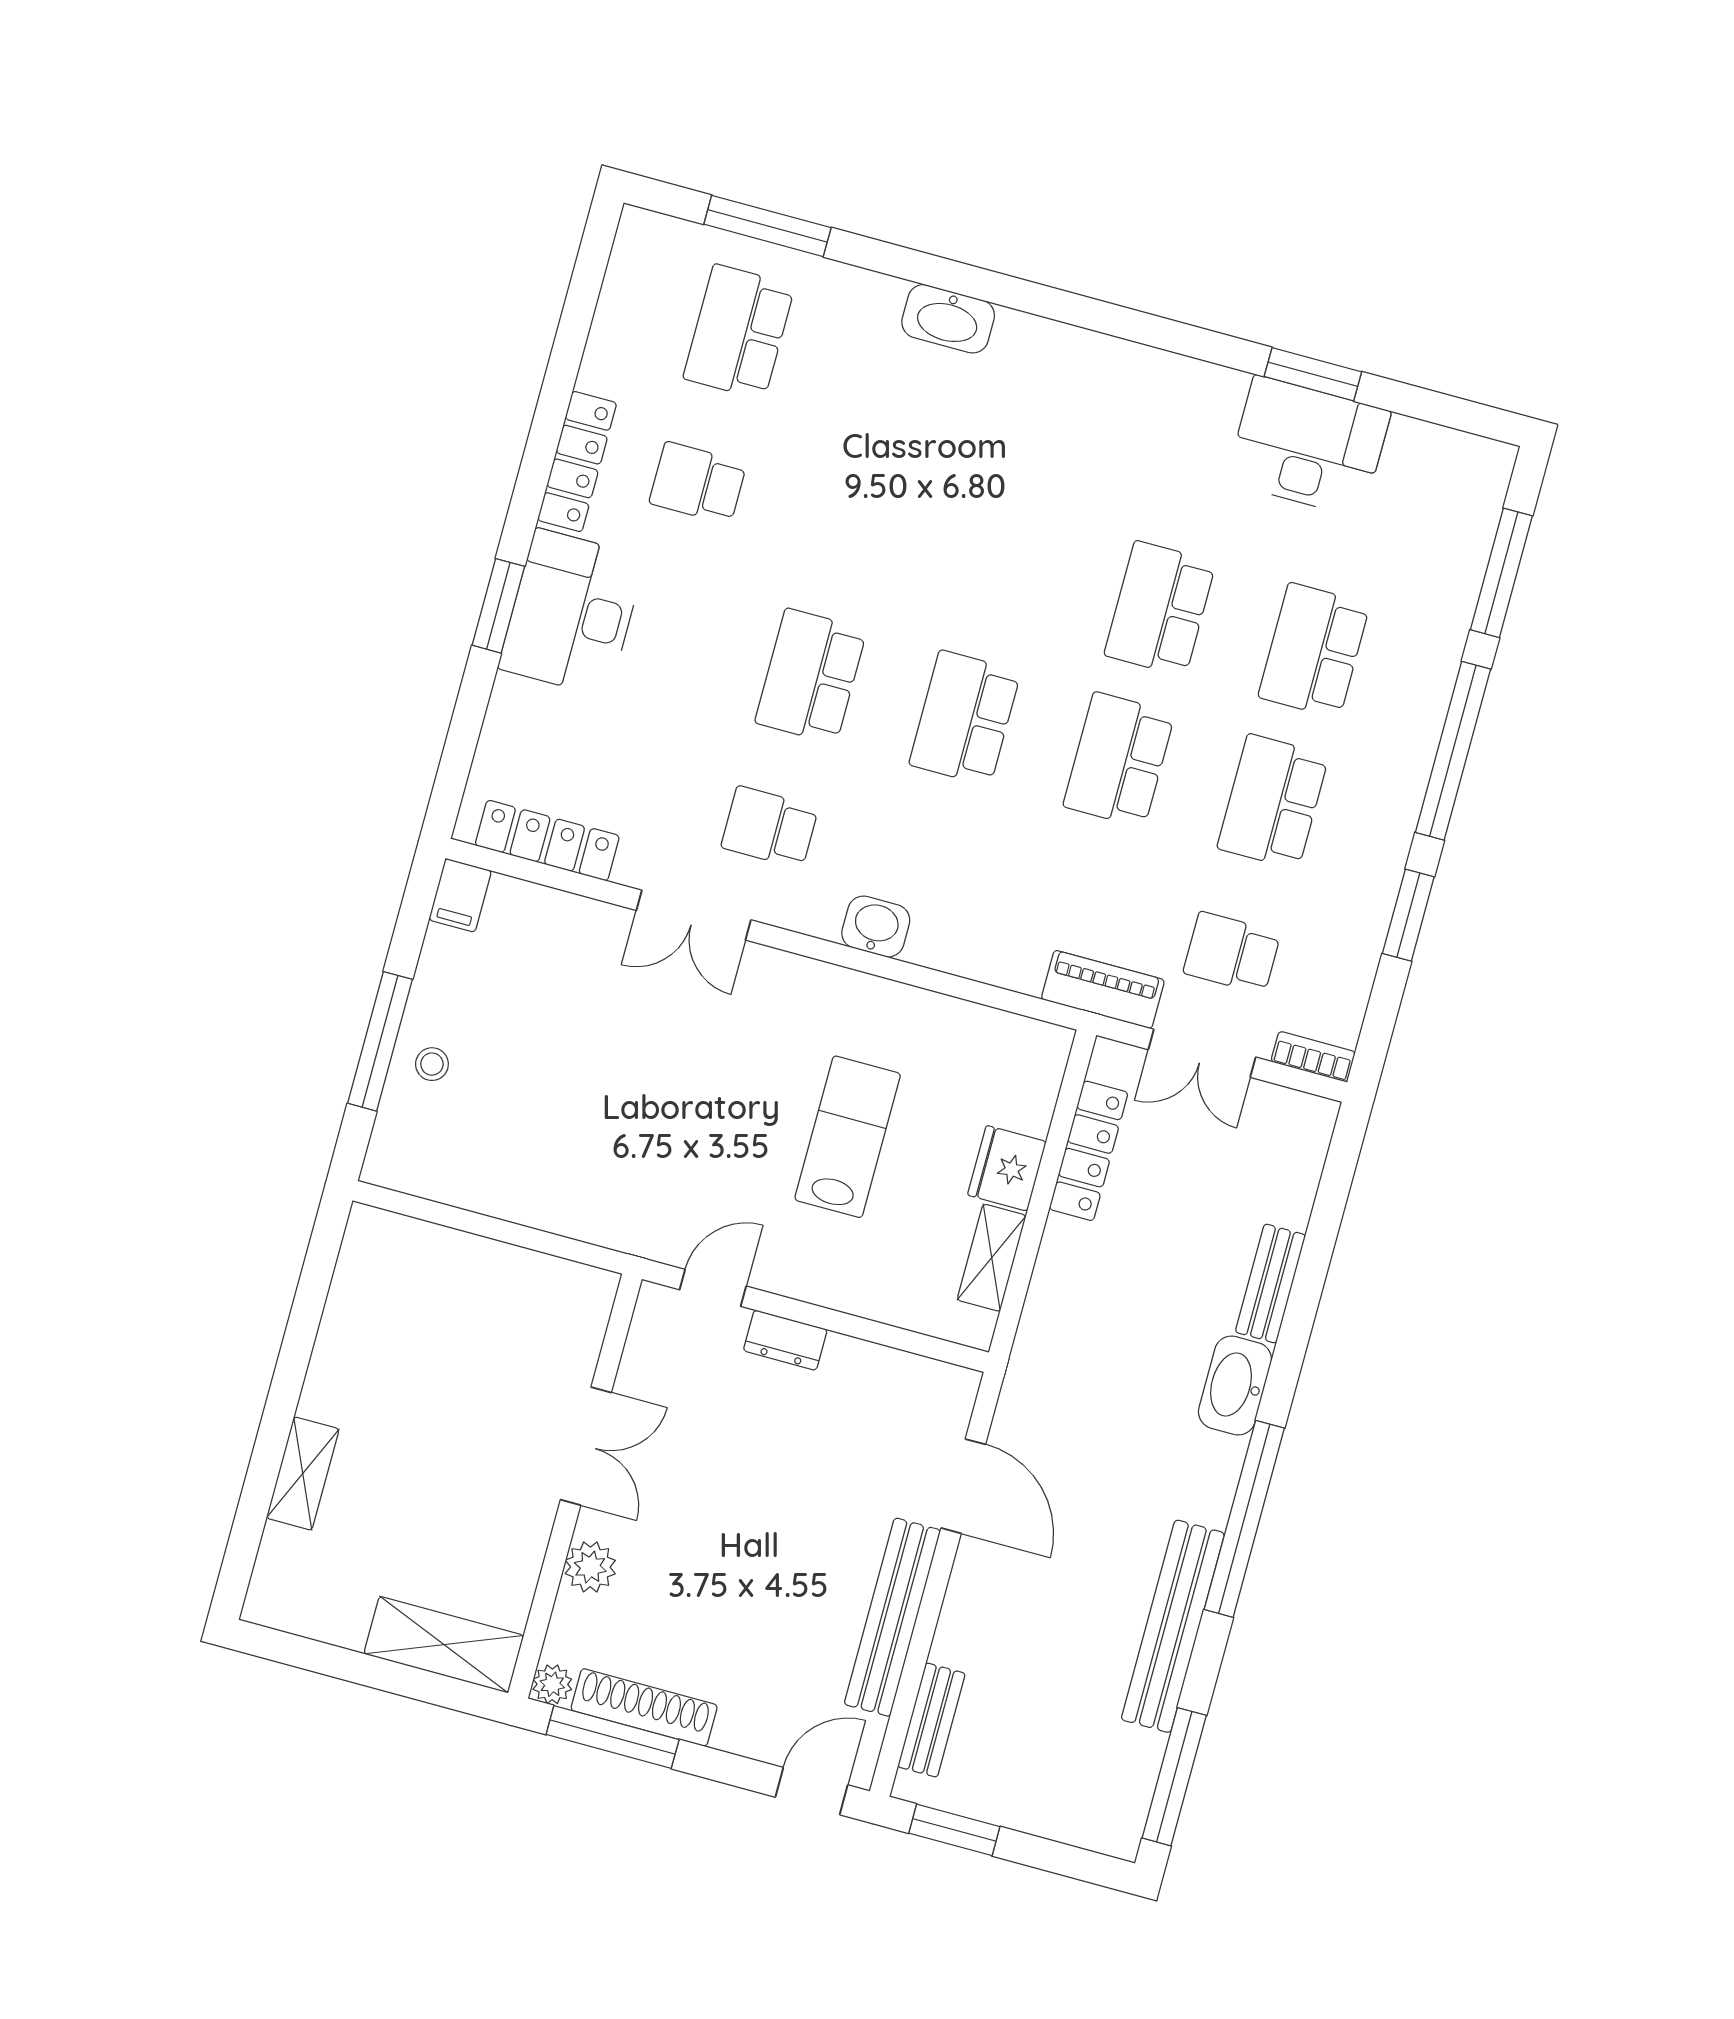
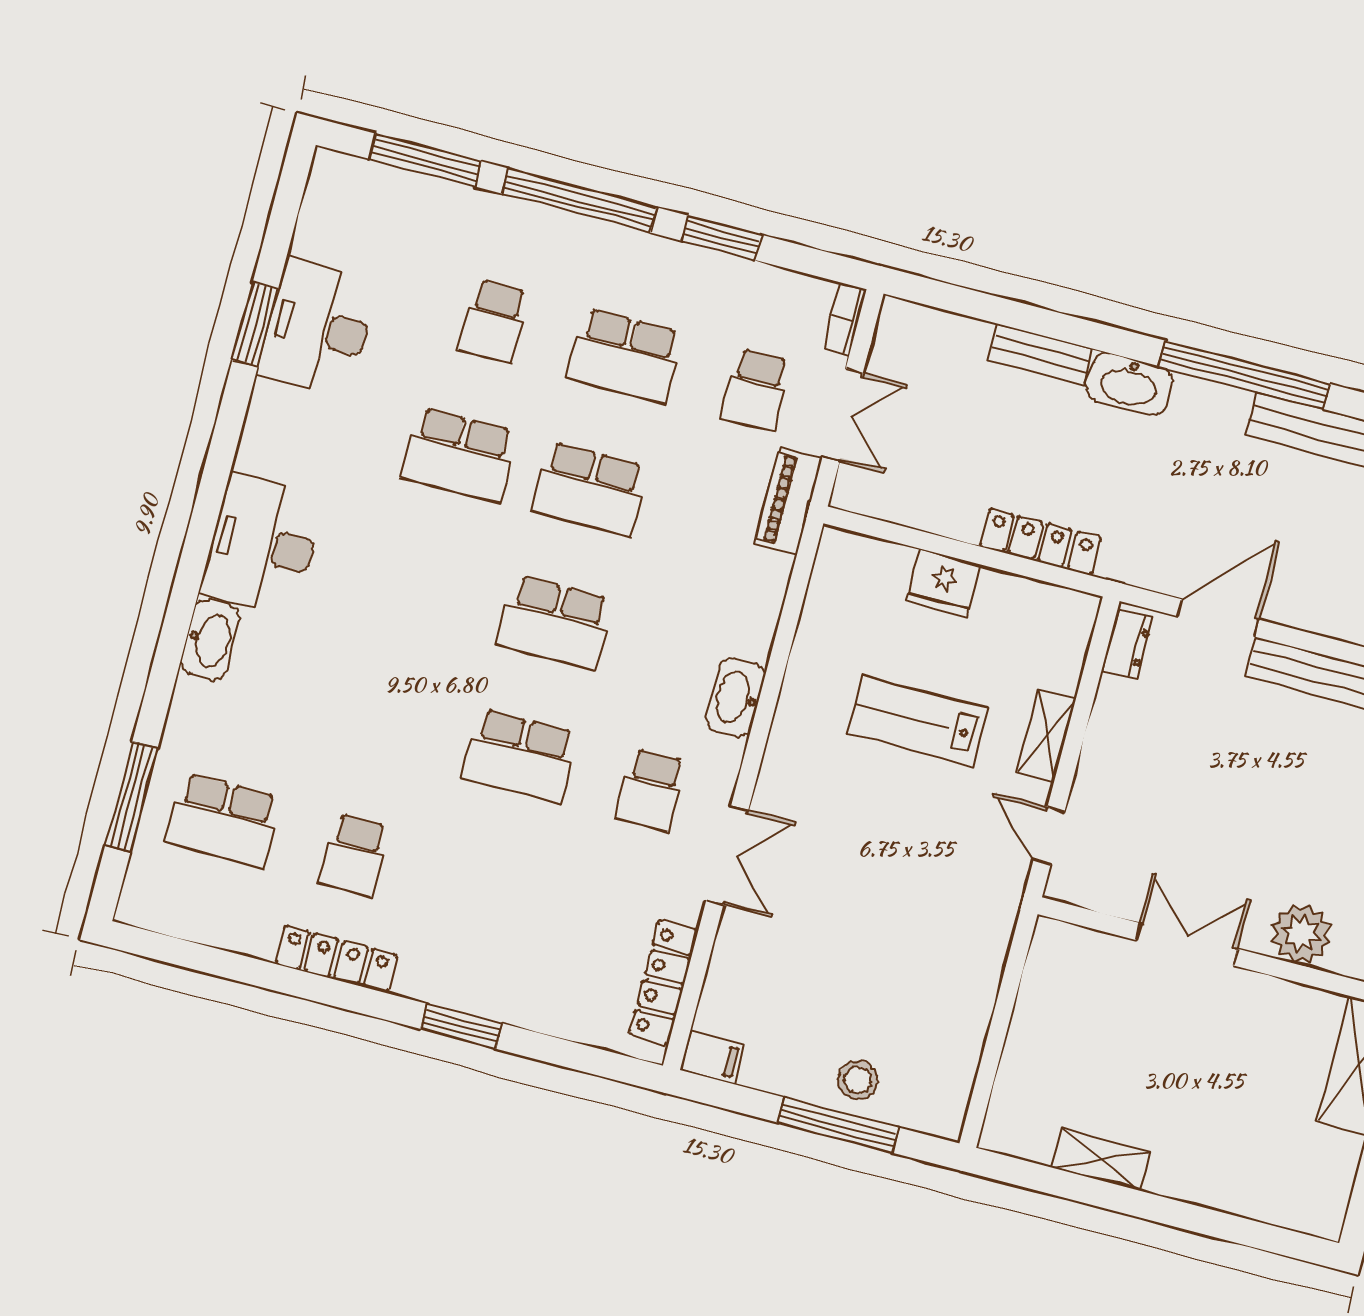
desk: (572, 613) -> (262, 545), moved, turned 90
school desk: (1314, 651) -> (494, 321), width x0.54
washbasin: (876, 927) -> (736, 698), width x1.38
stool: (432, 1064) -> (858, 1080), width x1.37, depth x1.37
locker: (1089, 1151) -> (1040, 542), moved
shelving: (992, 1258) -> (1046, 736), moved, turned 90
dresser: (785, 1340) -> (1127, 645), moved
shelving: (303, 1473) -> (1101, 1159), moved
plant: (590, 1567) -> (1301, 934), width x1.36, depth x1.36

